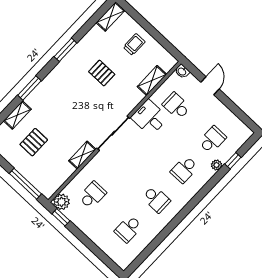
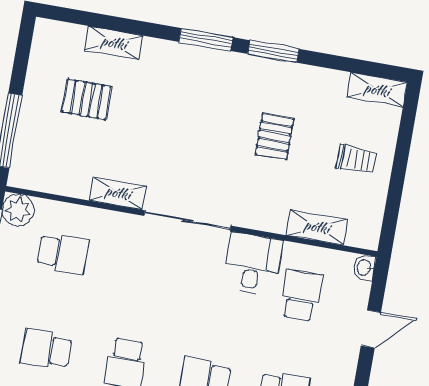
window: (29, 88) -> (206, 39), moved

